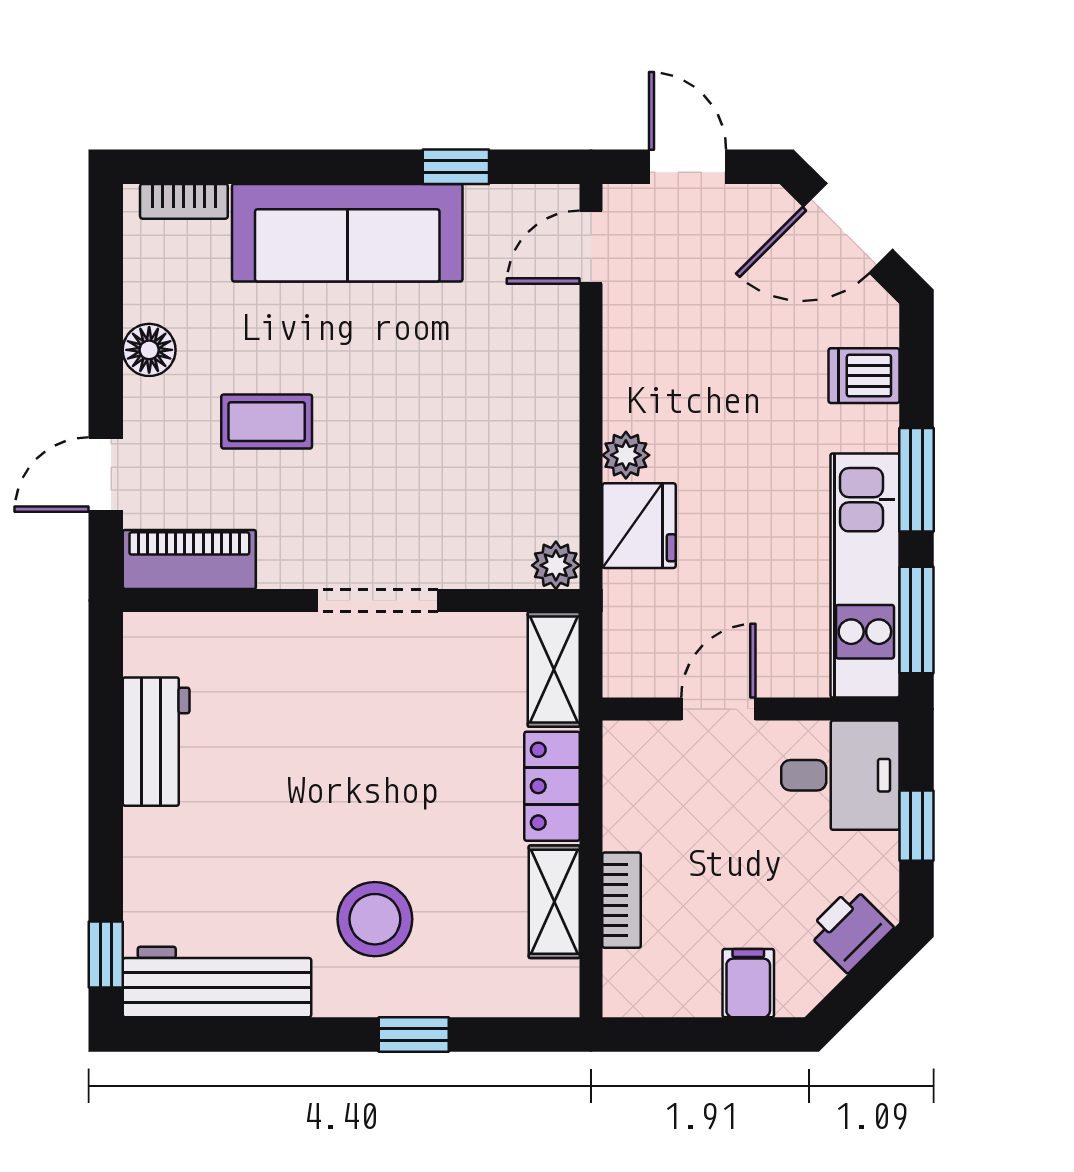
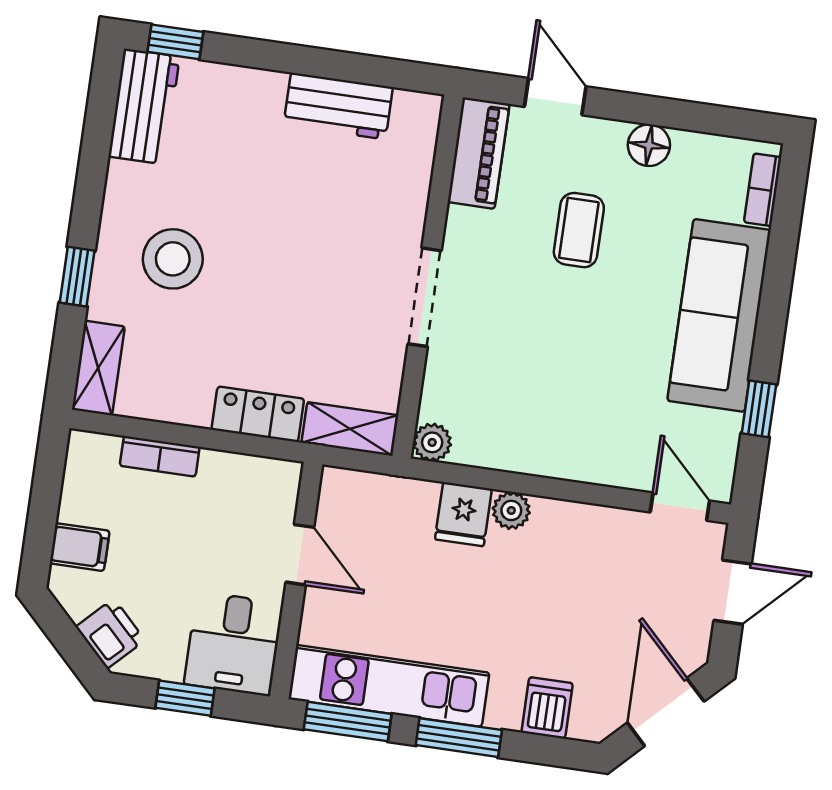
fridge: (639, 526) -> (463, 514), width x0.72
shelving: (554, 902) -> (98, 368), moved, turned 90
workbench: (217, 982) -> (144, 107), width x0.73

